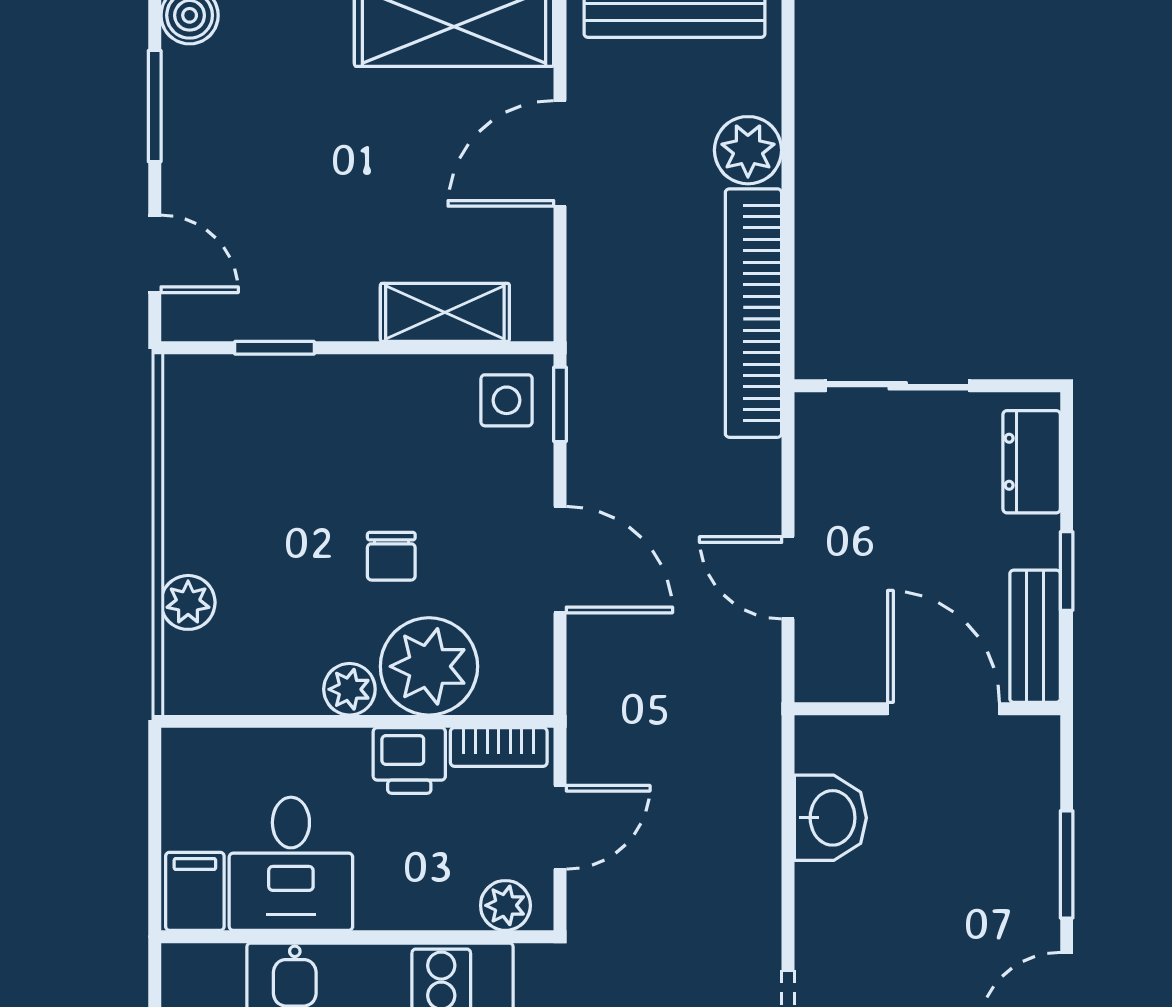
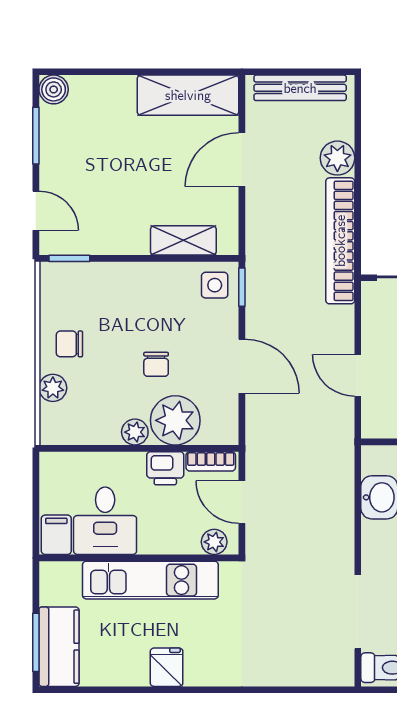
window: (275, 348) -> (69, 258), moved
chair: (221, 516) -> (69, 344), added
door: (560, 827) -> (242, 502), swing flipped

